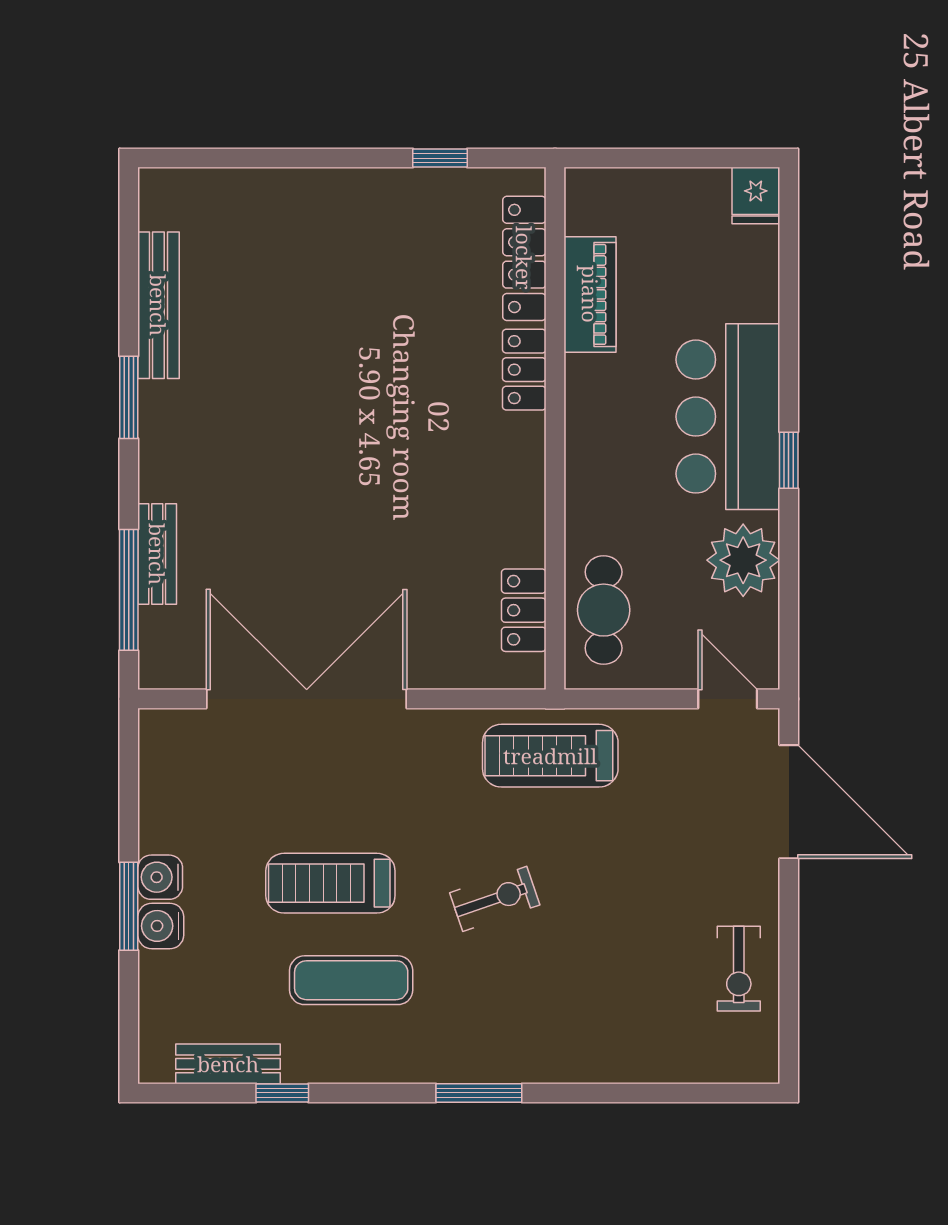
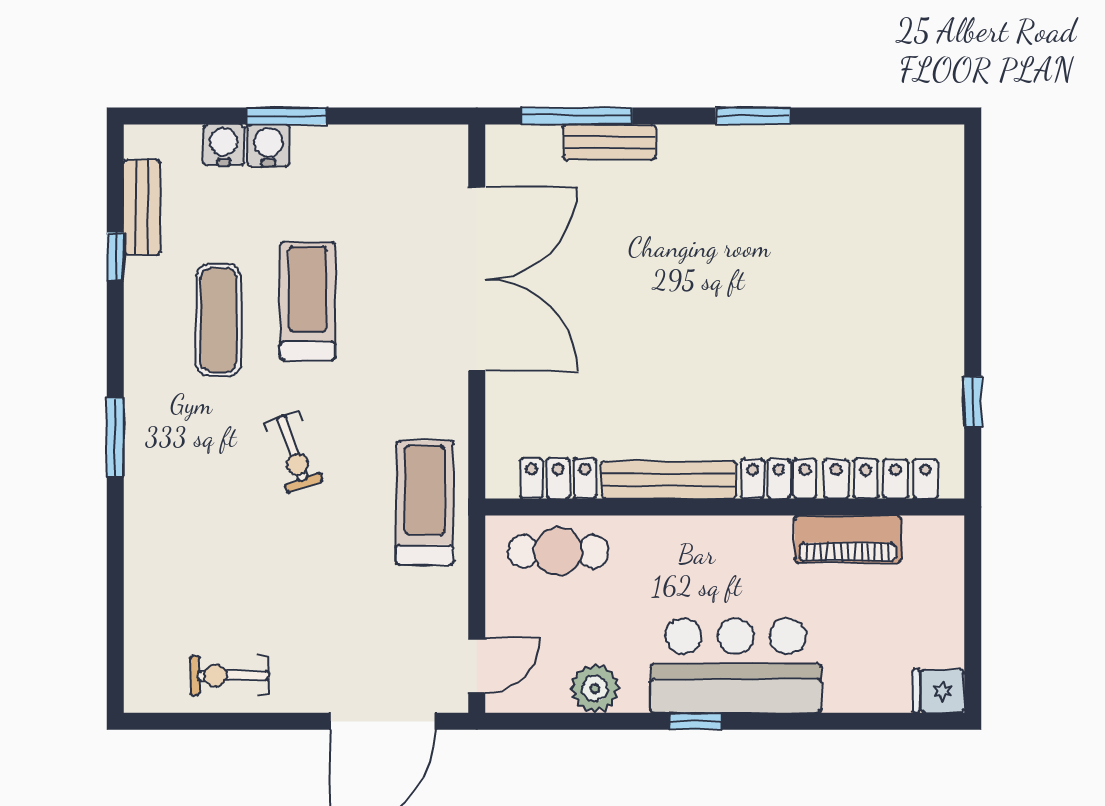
bench: (158, 305) -> (669, 480), moved
plant: (743, 560) -> (595, 688), width x0.73, depth x0.73
water cooler: (160, 877) -> (224, 145), moved

